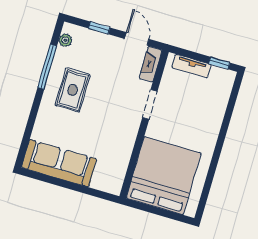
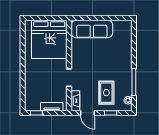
rug: (73, 90) -> (106, 93), moved
sofa: (59, 163) -> (92, 29), moved

